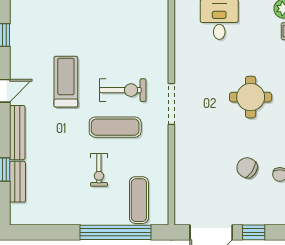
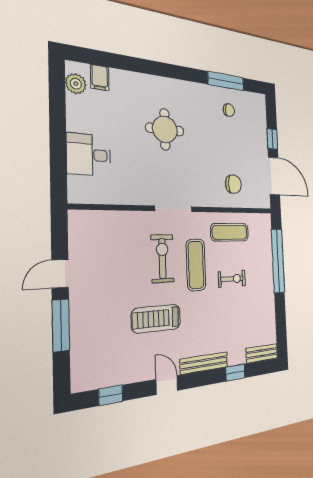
chair: (247, 168) -> (233, 184), moved, turned -123
bench: (17, 182) -> (262, 353), moved
exercise mat: (139, 200) -> (230, 232), moved

